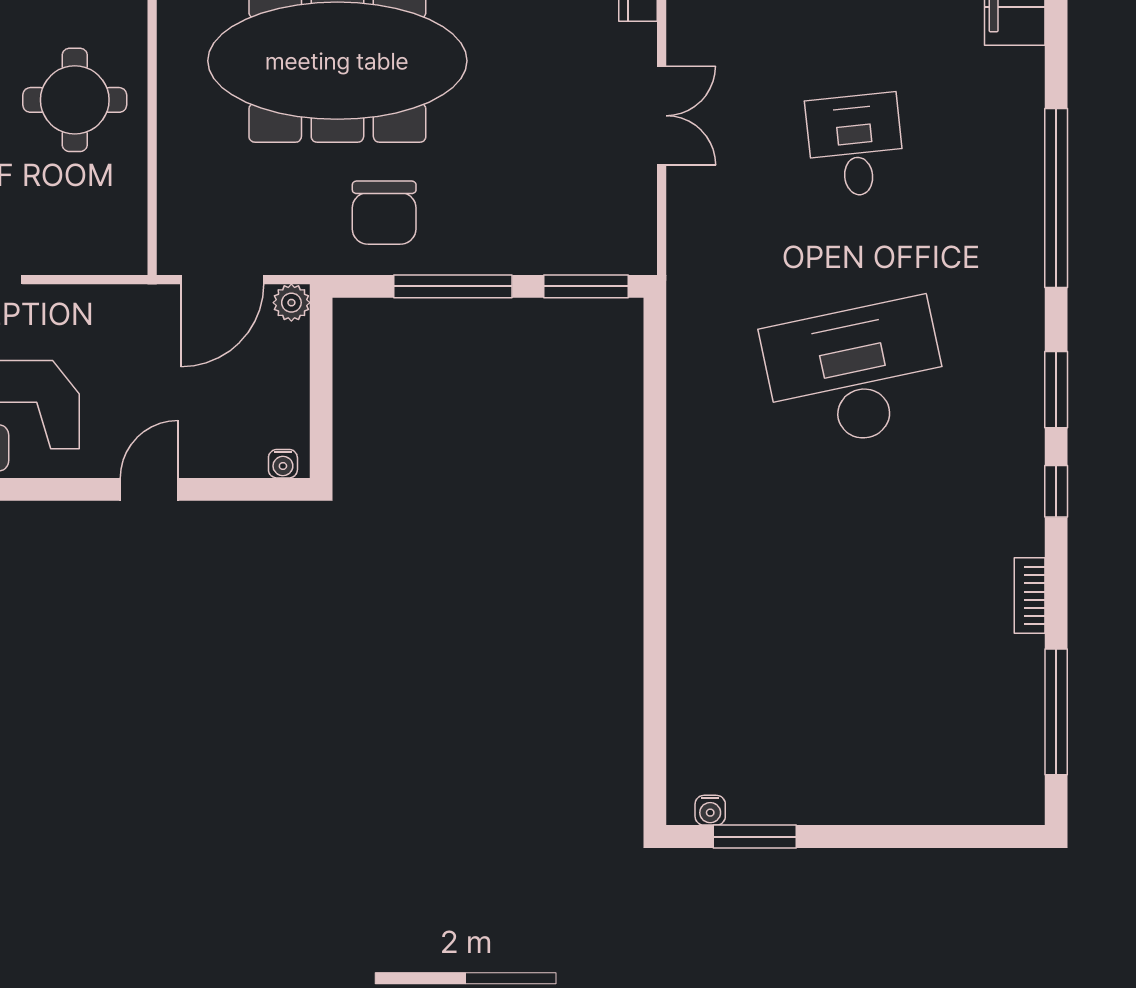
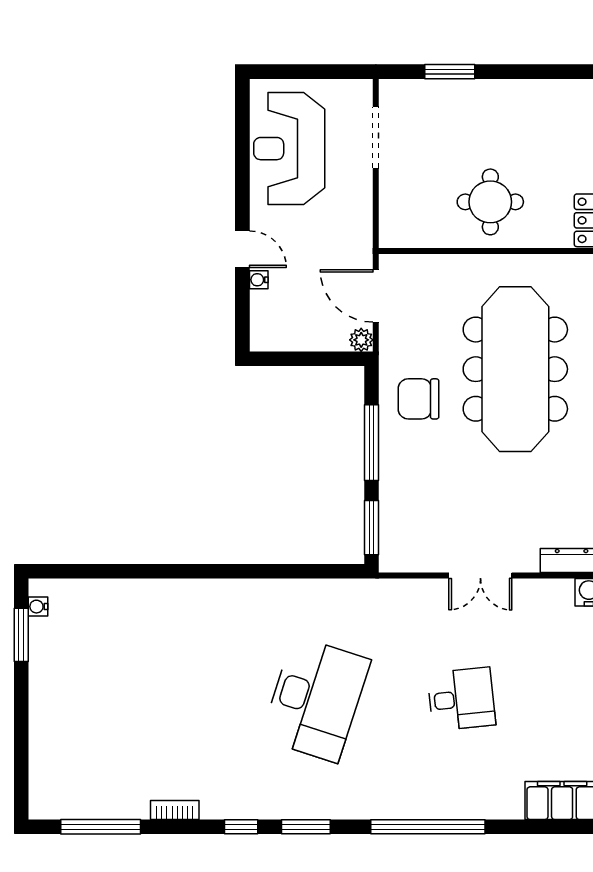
desk: (855, 374) -> (316, 699), turned 30
water cooler: (283, 464) -> (259, 280), moved

